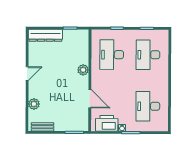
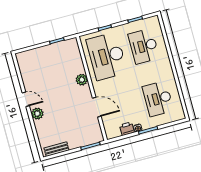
dresser: (45, 35) -> (34, 55), removed
desk: (112, 55) -> (107, 56), width x1.36, depth x1.30
door: (27, 74) -> (26, 99), hinge flipped
plant: (34, 104) -> (37, 114), moved
printer: (107, 123) -> (127, 129), width x0.53, depth x0.68

